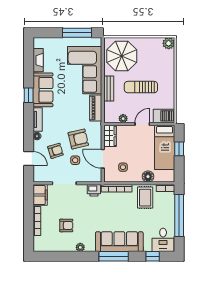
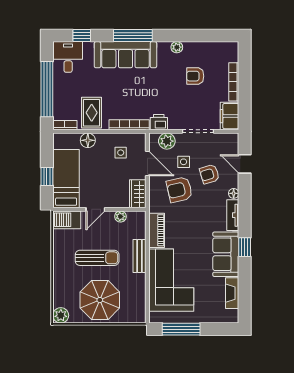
parasol: (122, 56) -> (100, 300), moved
plant: (88, 176) -> (167, 141), added

